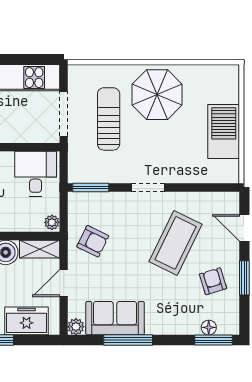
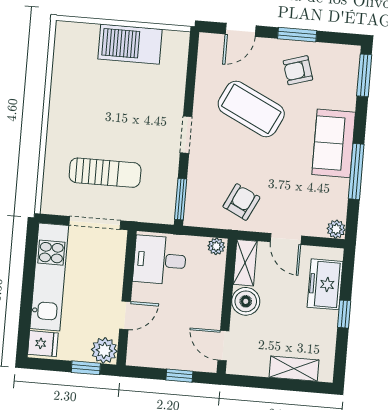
parasol: (157, 95) -> (82, 116), removed
sun lounger: (109, 119) -> (105, 173), turned 180
sofa: (115, 318) -> (334, 143), moved
floor lamp: (209, 327) -> (350, 79), removed

